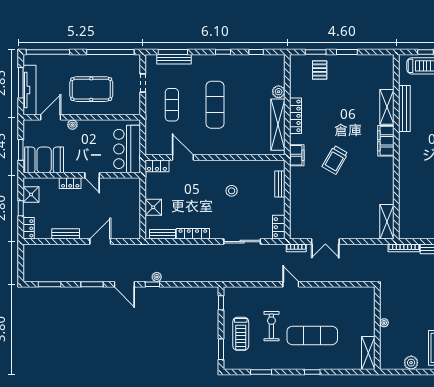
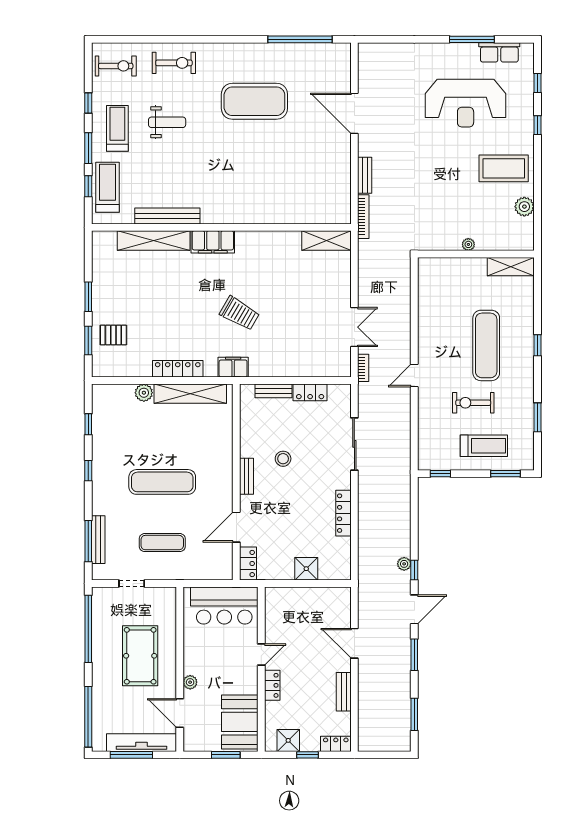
shelving: (387, 107) -> (154, 241), width x1.47
locker: (279, 227) -> (310, 392), moved
bench: (163, 234) -> (247, 476), moved

